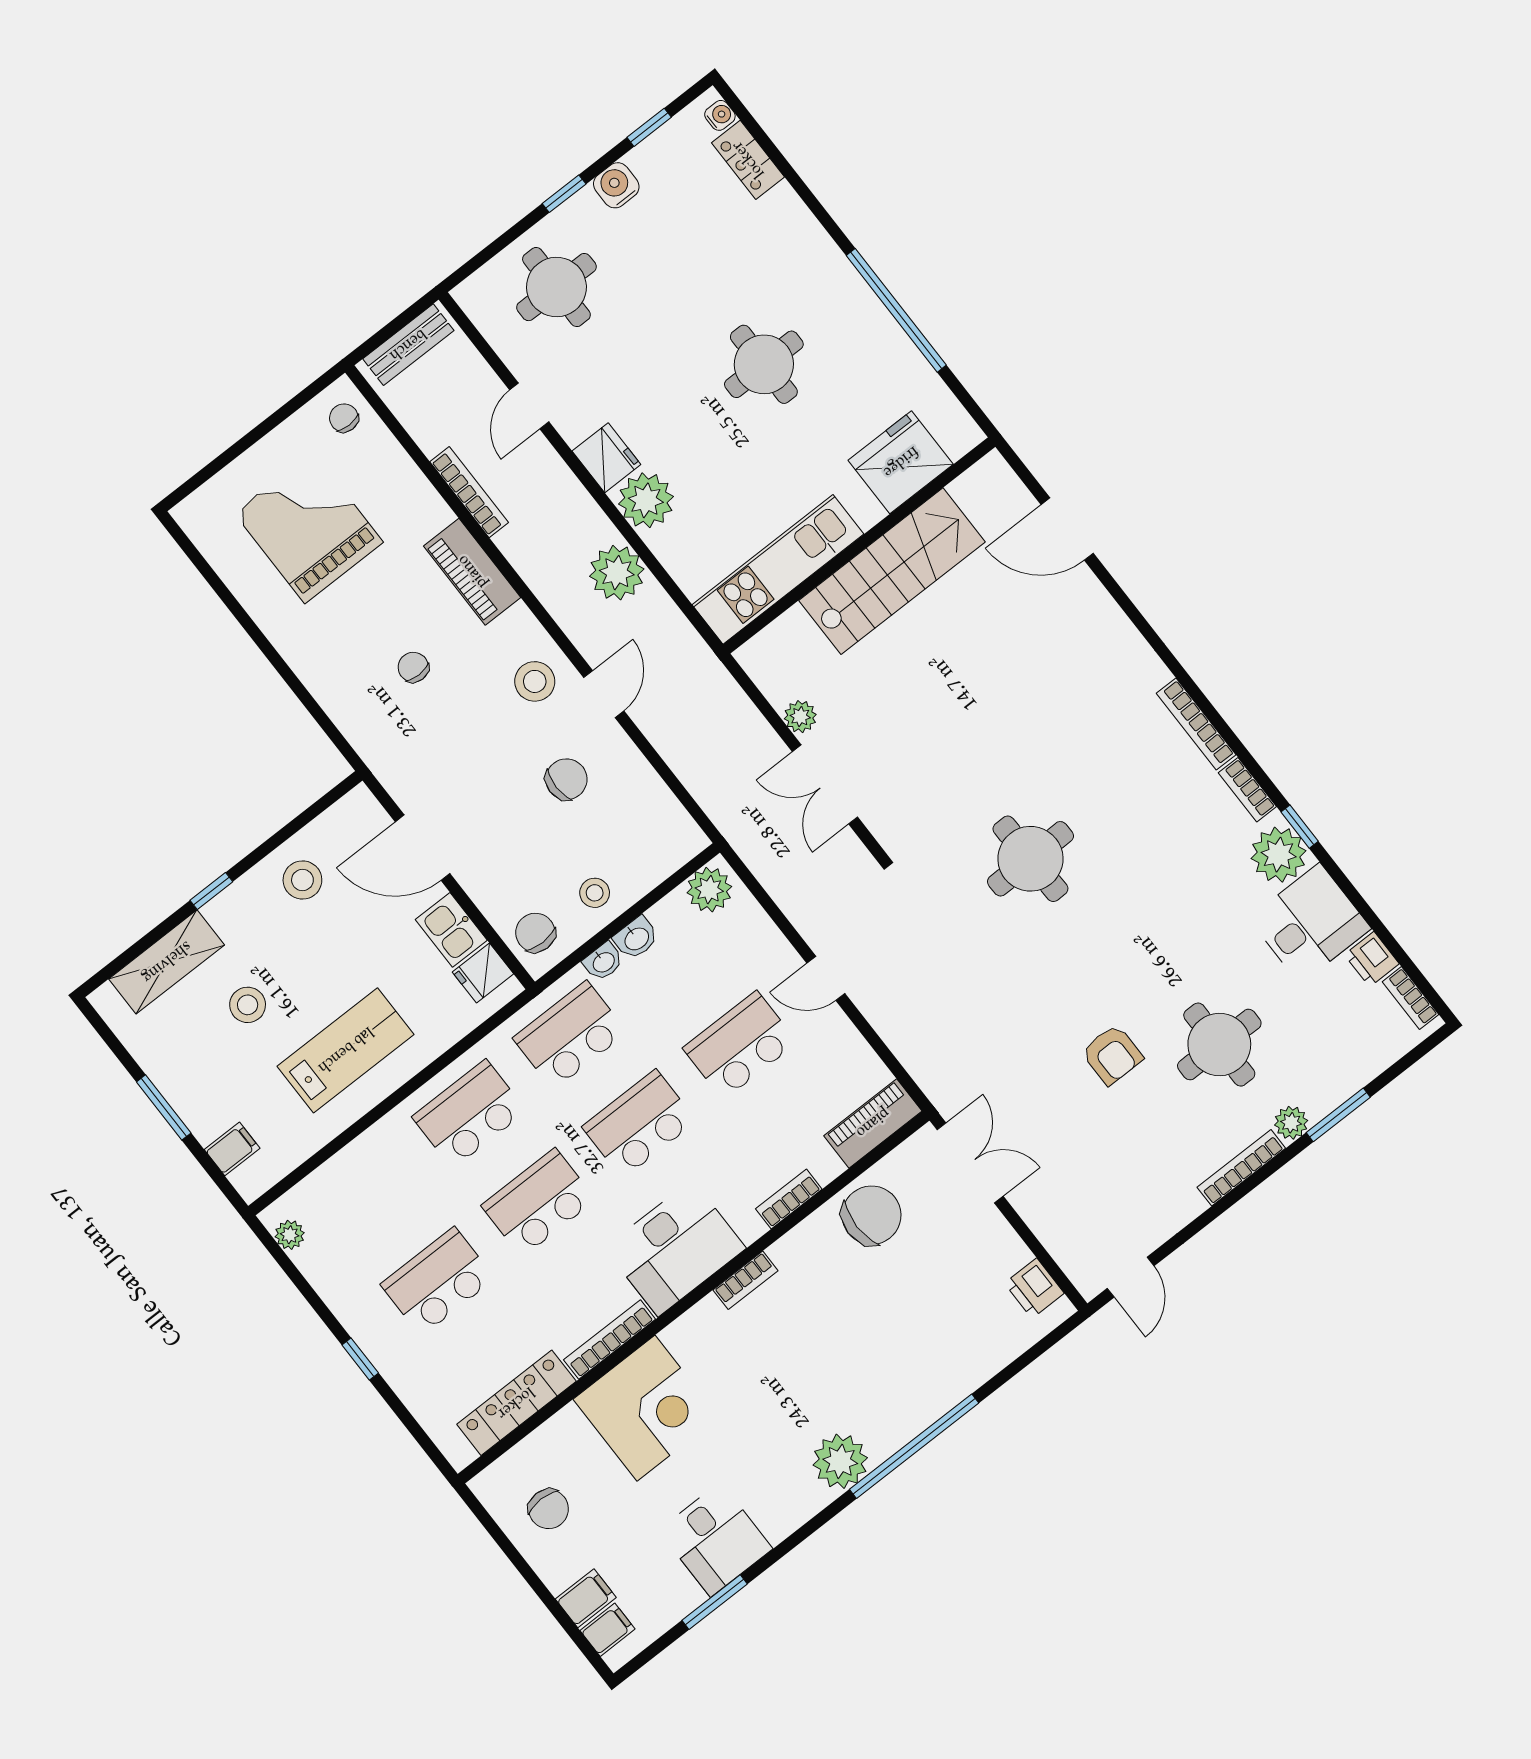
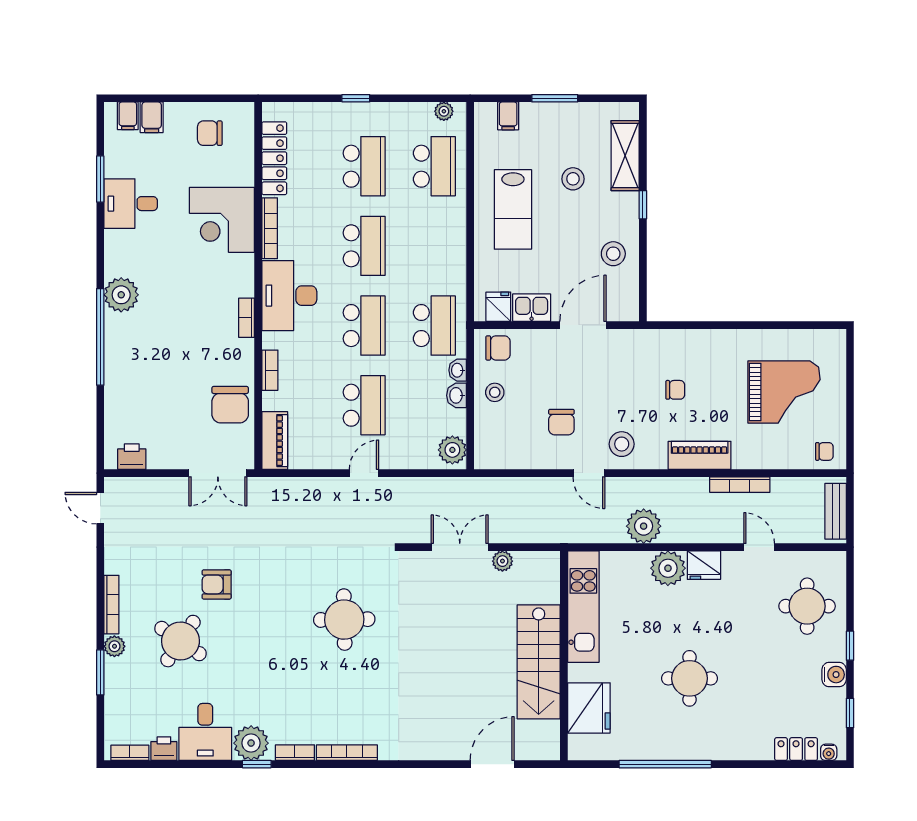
round table: (1219, 1045) -> (180, 641), turned 34
school desk: (469, 1114) -> (434, 166), moved

